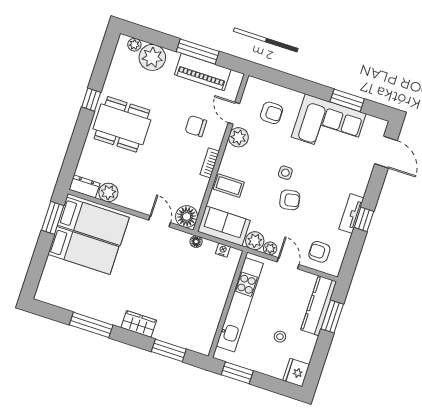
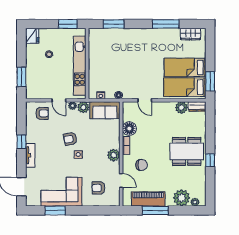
plant: (238, 137) -> (114, 155), moved
coffee table: (229, 186) -> (110, 136), removed
tv unit: (351, 213) -> (30, 155), moved
floor lamp: (187, 217) -> (129, 129), moved
kitchen counter: (319, 306) -> (32, 81), removed
wardrobe: (139, 324) -> (190, 34), moved

